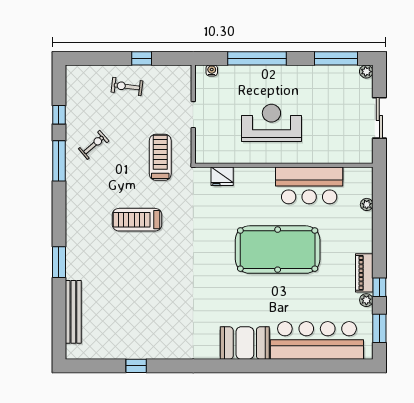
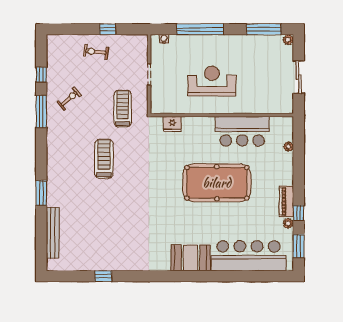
treadmill: (137, 220) -> (104, 159), turned 90

